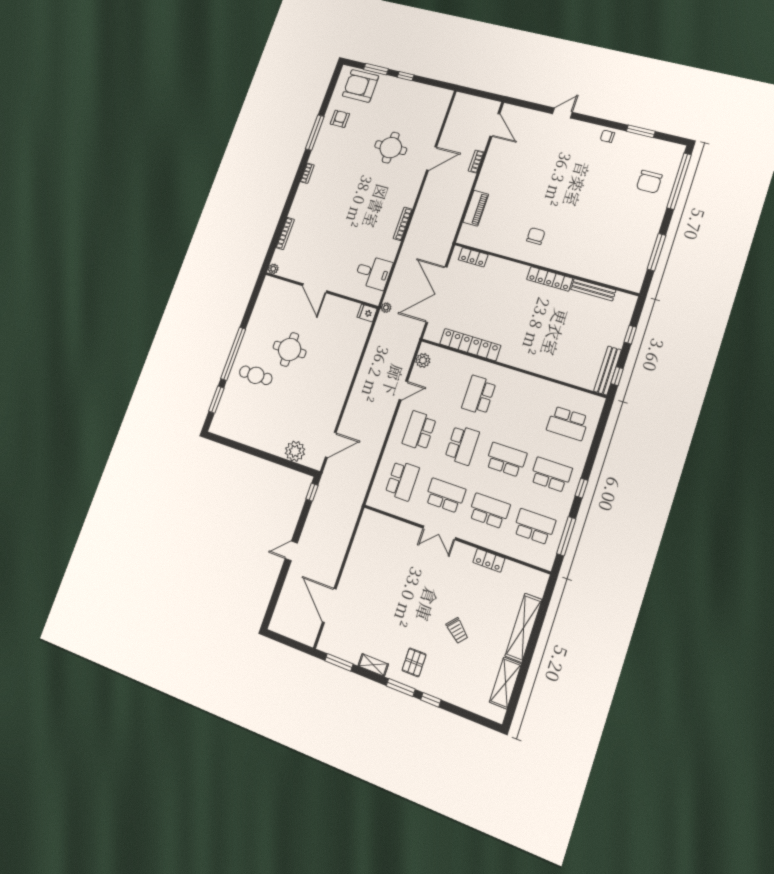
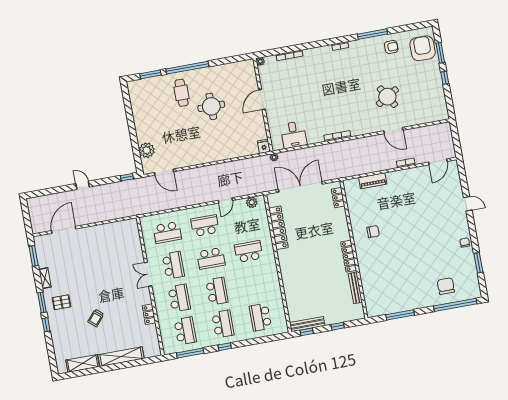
round table: (391, 148) -> (387, 97), turned -31
chair: (649, 182) -> (446, 286), turned 90
door: (403, 390) -> (225, 200), hinge flipped

